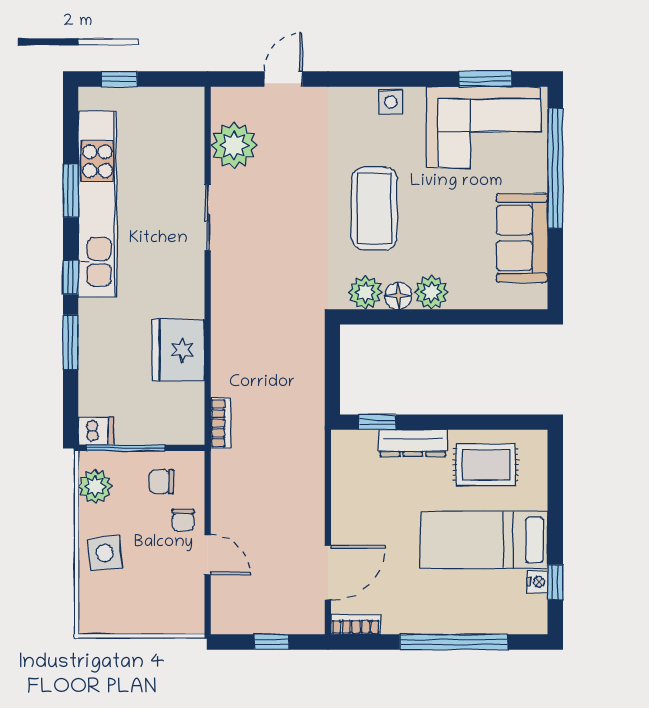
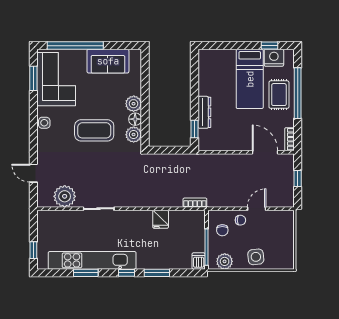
fridge: (178, 350) -> (161, 219), width x0.53, depth x0.75
rug: (486, 465) -> (279, 95), moved
nightstand: (537, 582) -> (274, 58), width x1.89, depth x1.79

